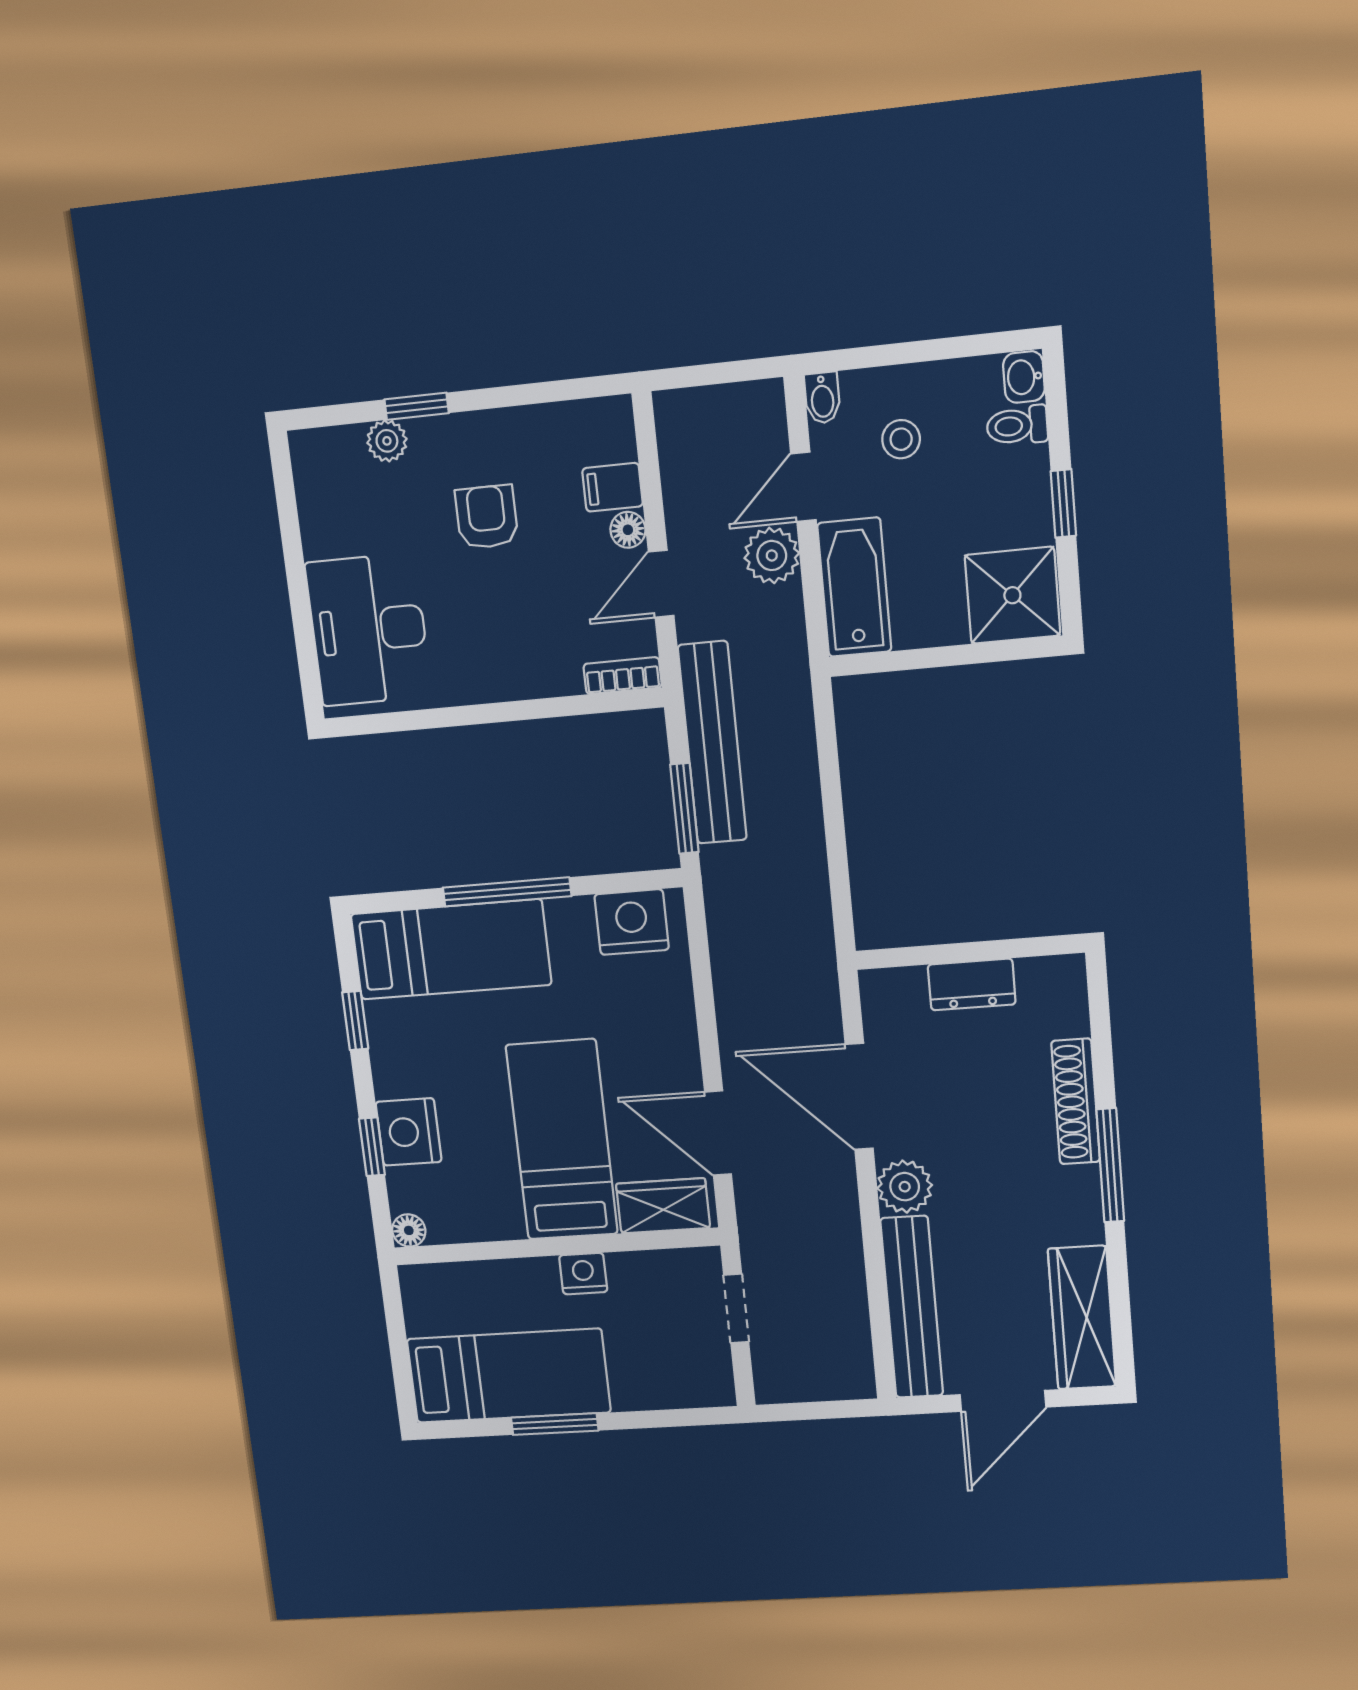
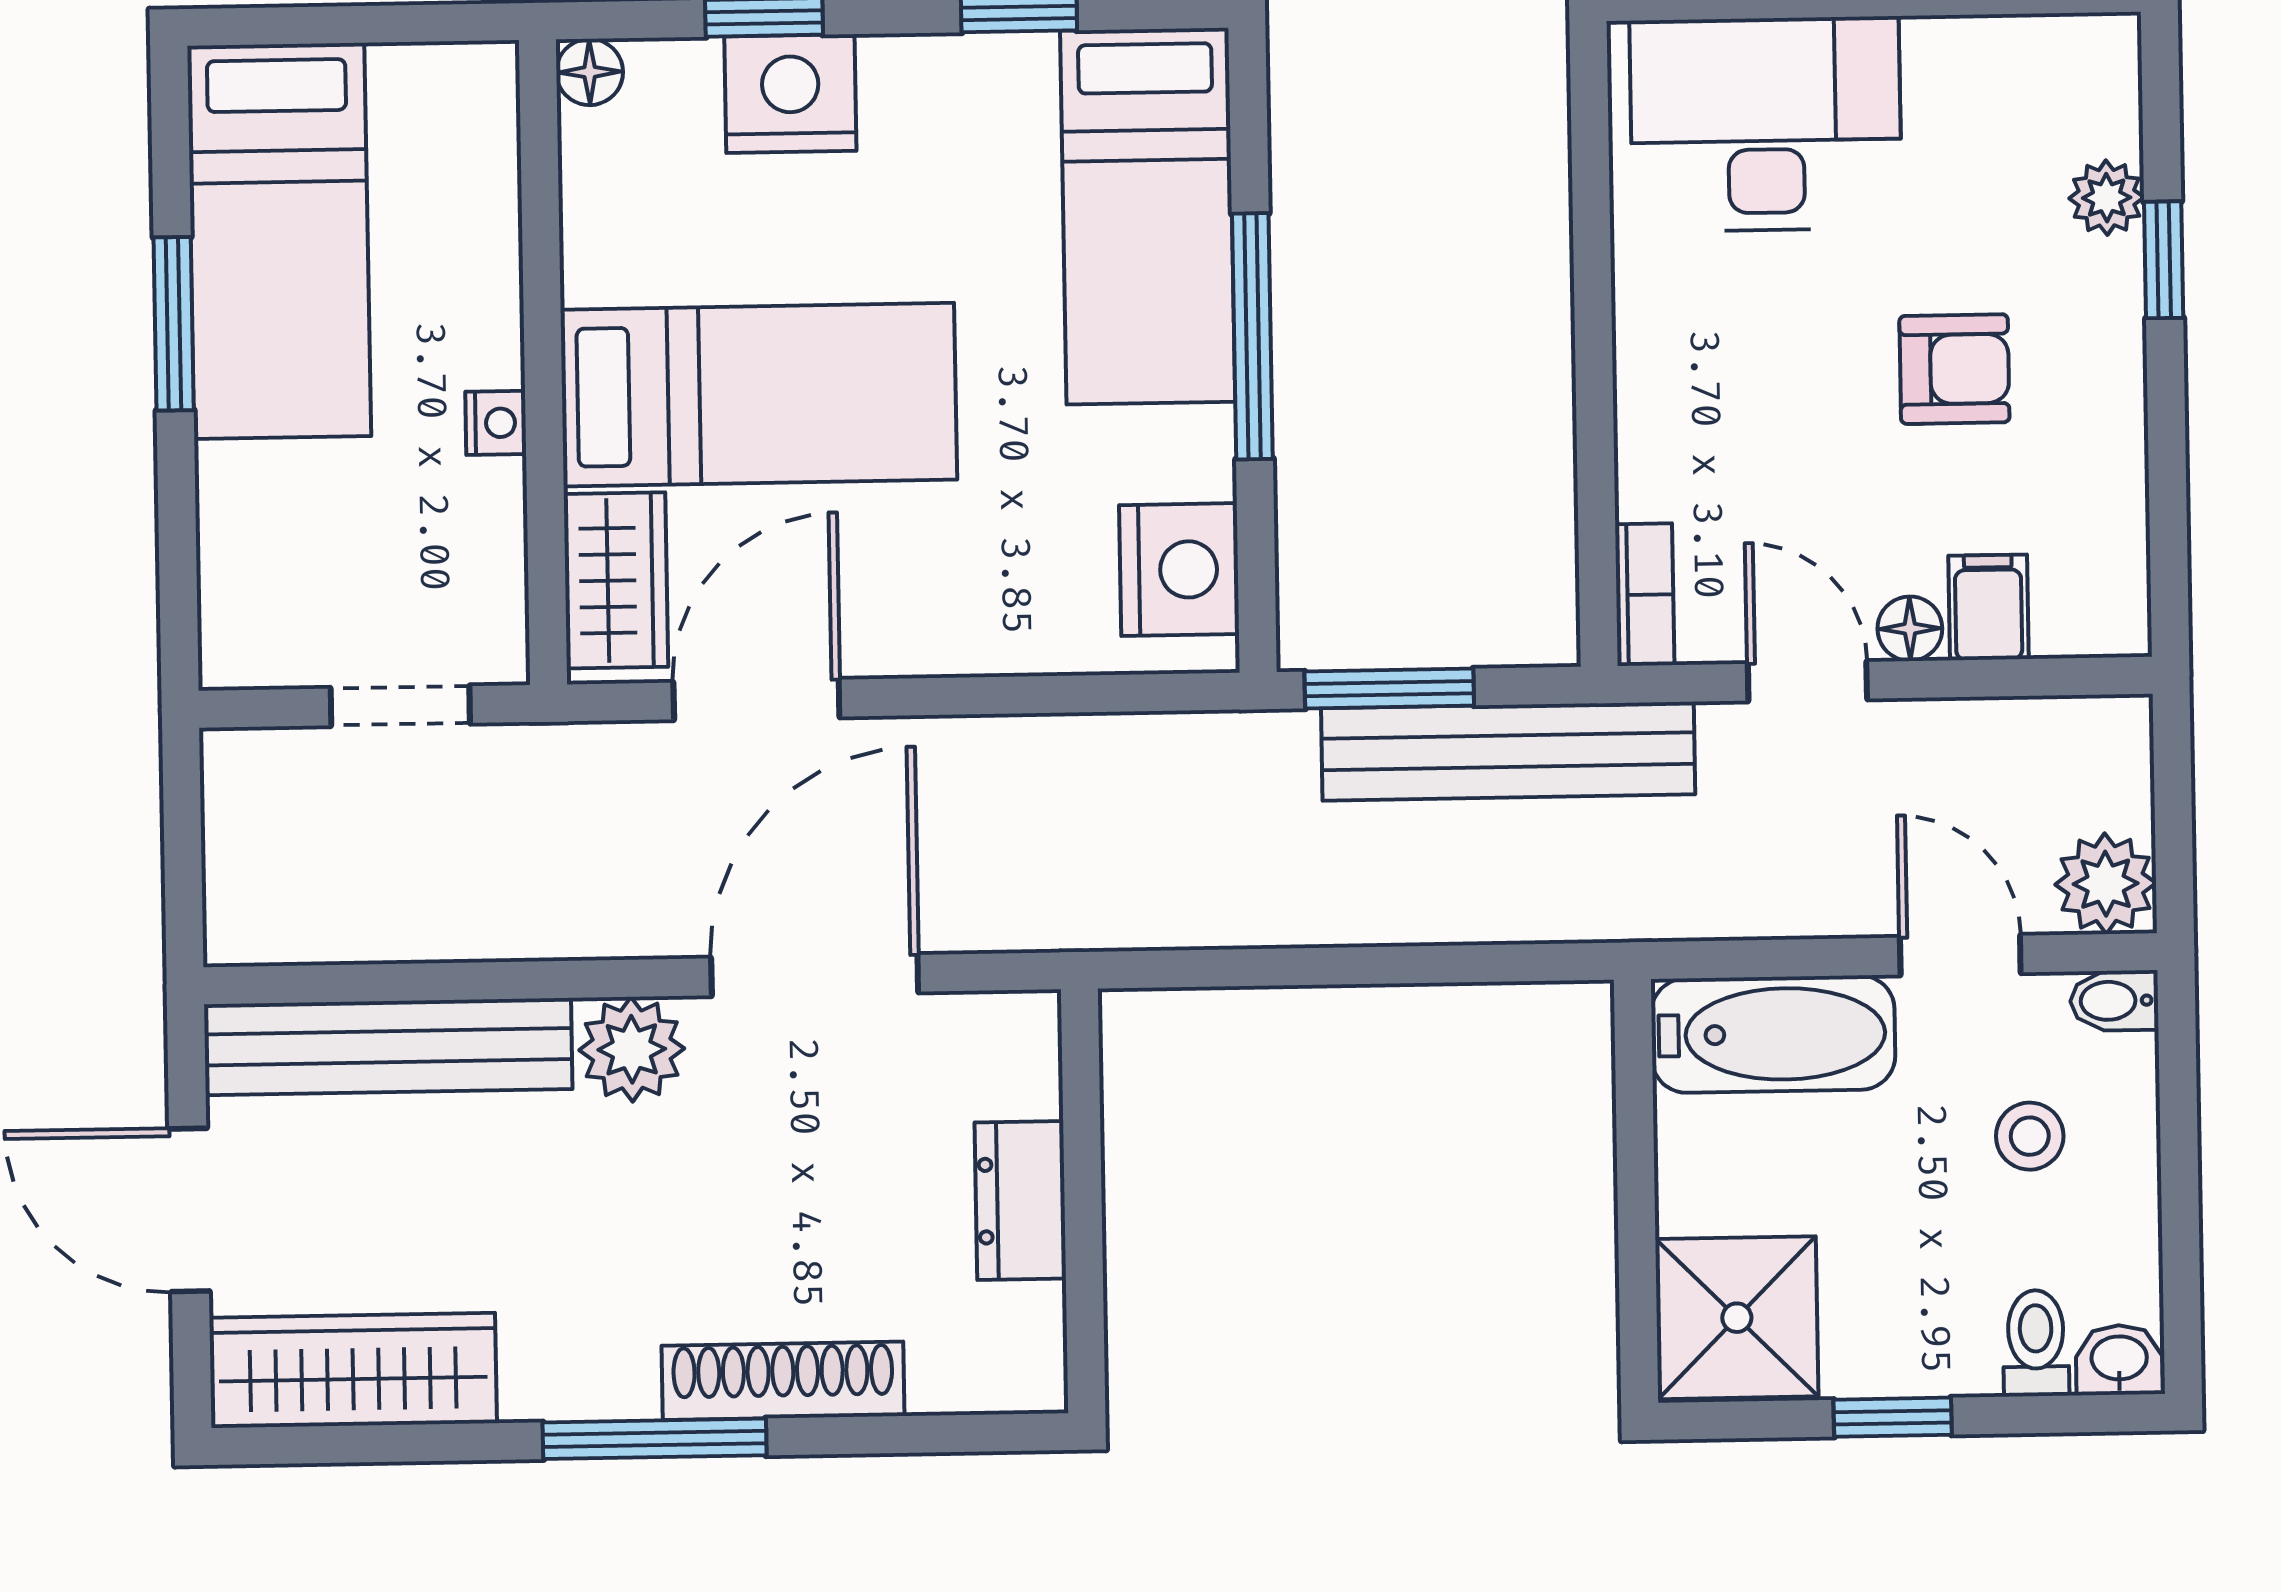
plant: (772, 555) -> (2106, 884), moved
nightstand: (583, 1274) -> (496, 423), width x0.72, depth x0.74

